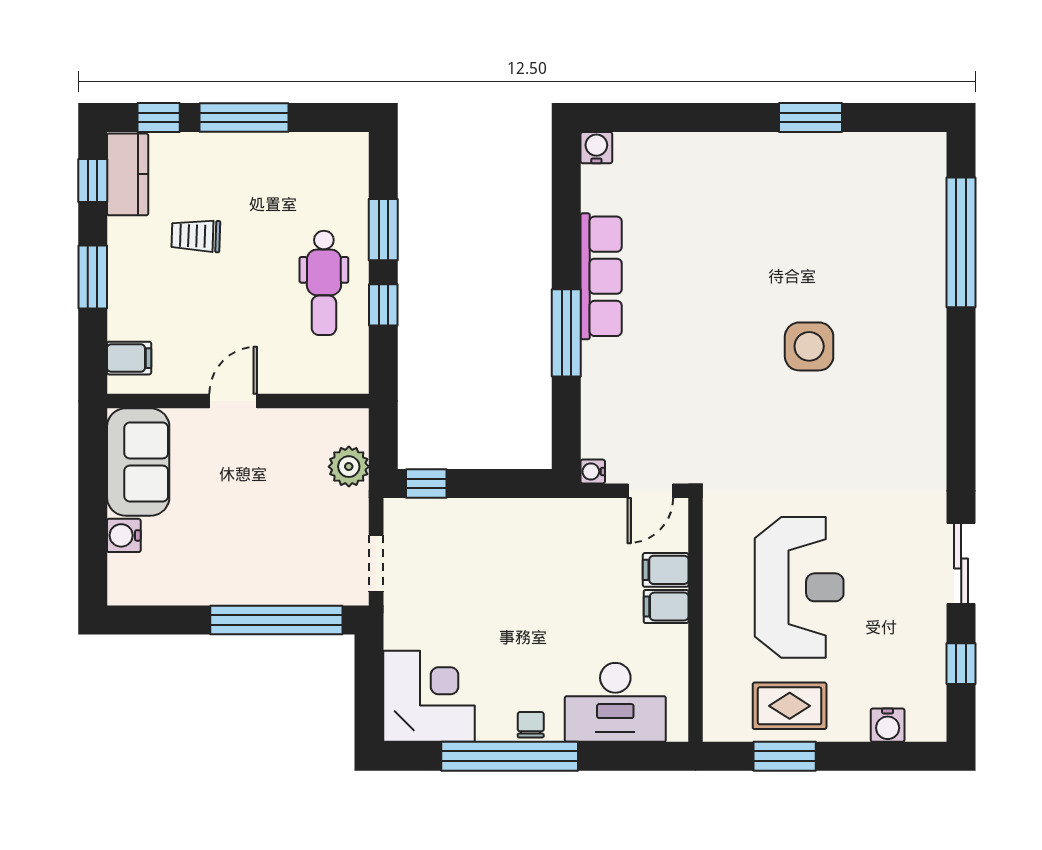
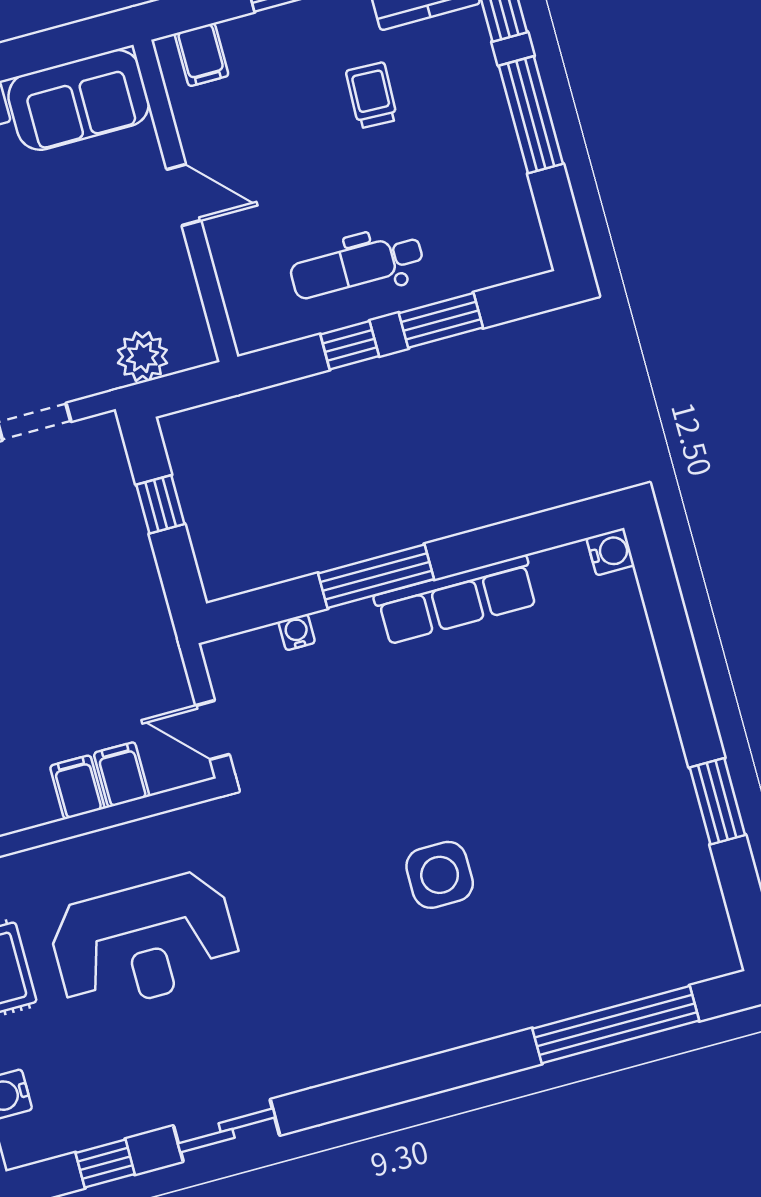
water cooler: (593, 472) -> (297, 632), moved
window: (426, 484) -> (160, 504), moved

